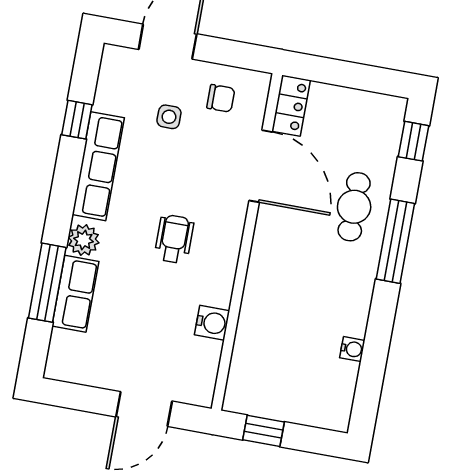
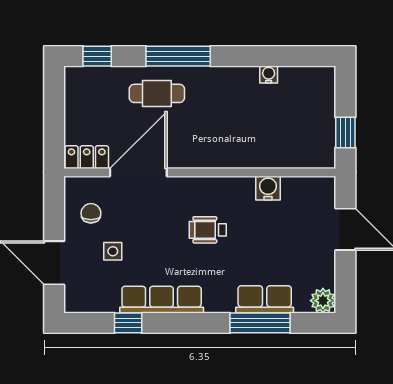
plant: (84, 240) -> (323, 301), moved

